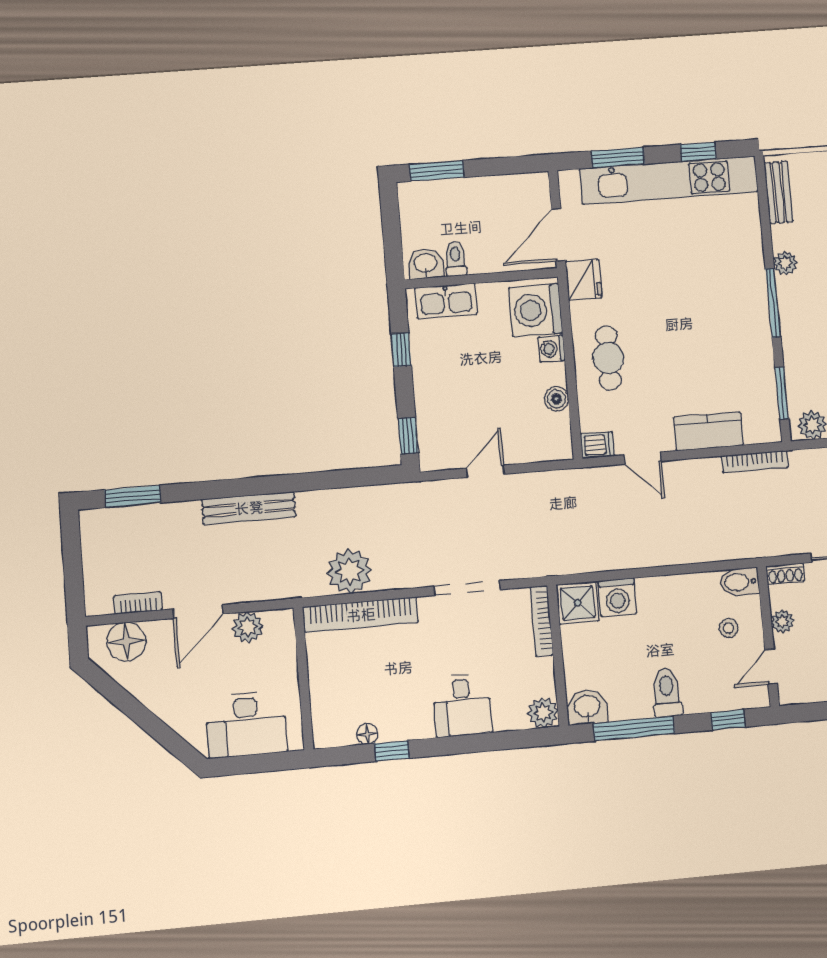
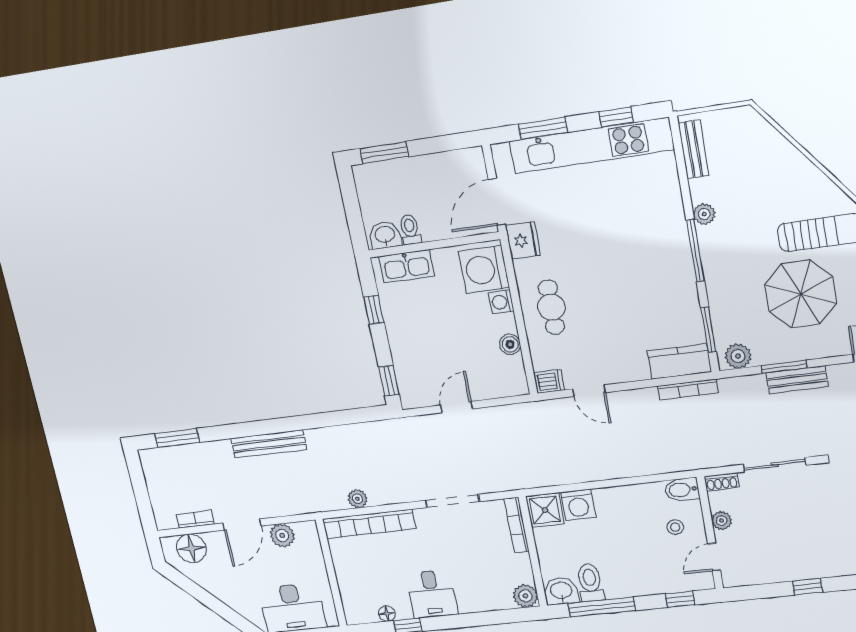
kitchen counter: (708, 431) -> (679, 361), moved
plant: (349, 571) -> (357, 499), width x0.53, depth x0.53
toilet: (667, 692) -> (590, 583), moved
desk: (462, 705) -> (432, 594), moved

